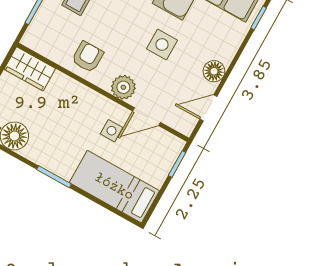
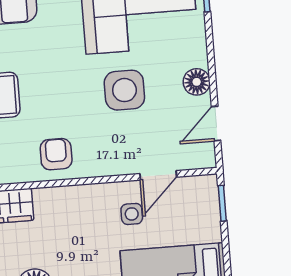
side table: (162, 44) -> (124, 90), width x1.37, depth x1.37
plant: (123, 87) -> (114, 161), removed

